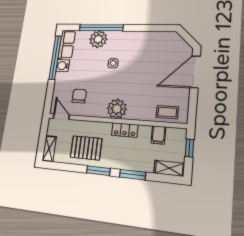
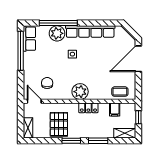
row of seats: (137, 38) -> (90, 32), added
water cooler: (63, 66) -> (29, 58), removed
pallet: (86, 148) -> (59, 124), turned 90

